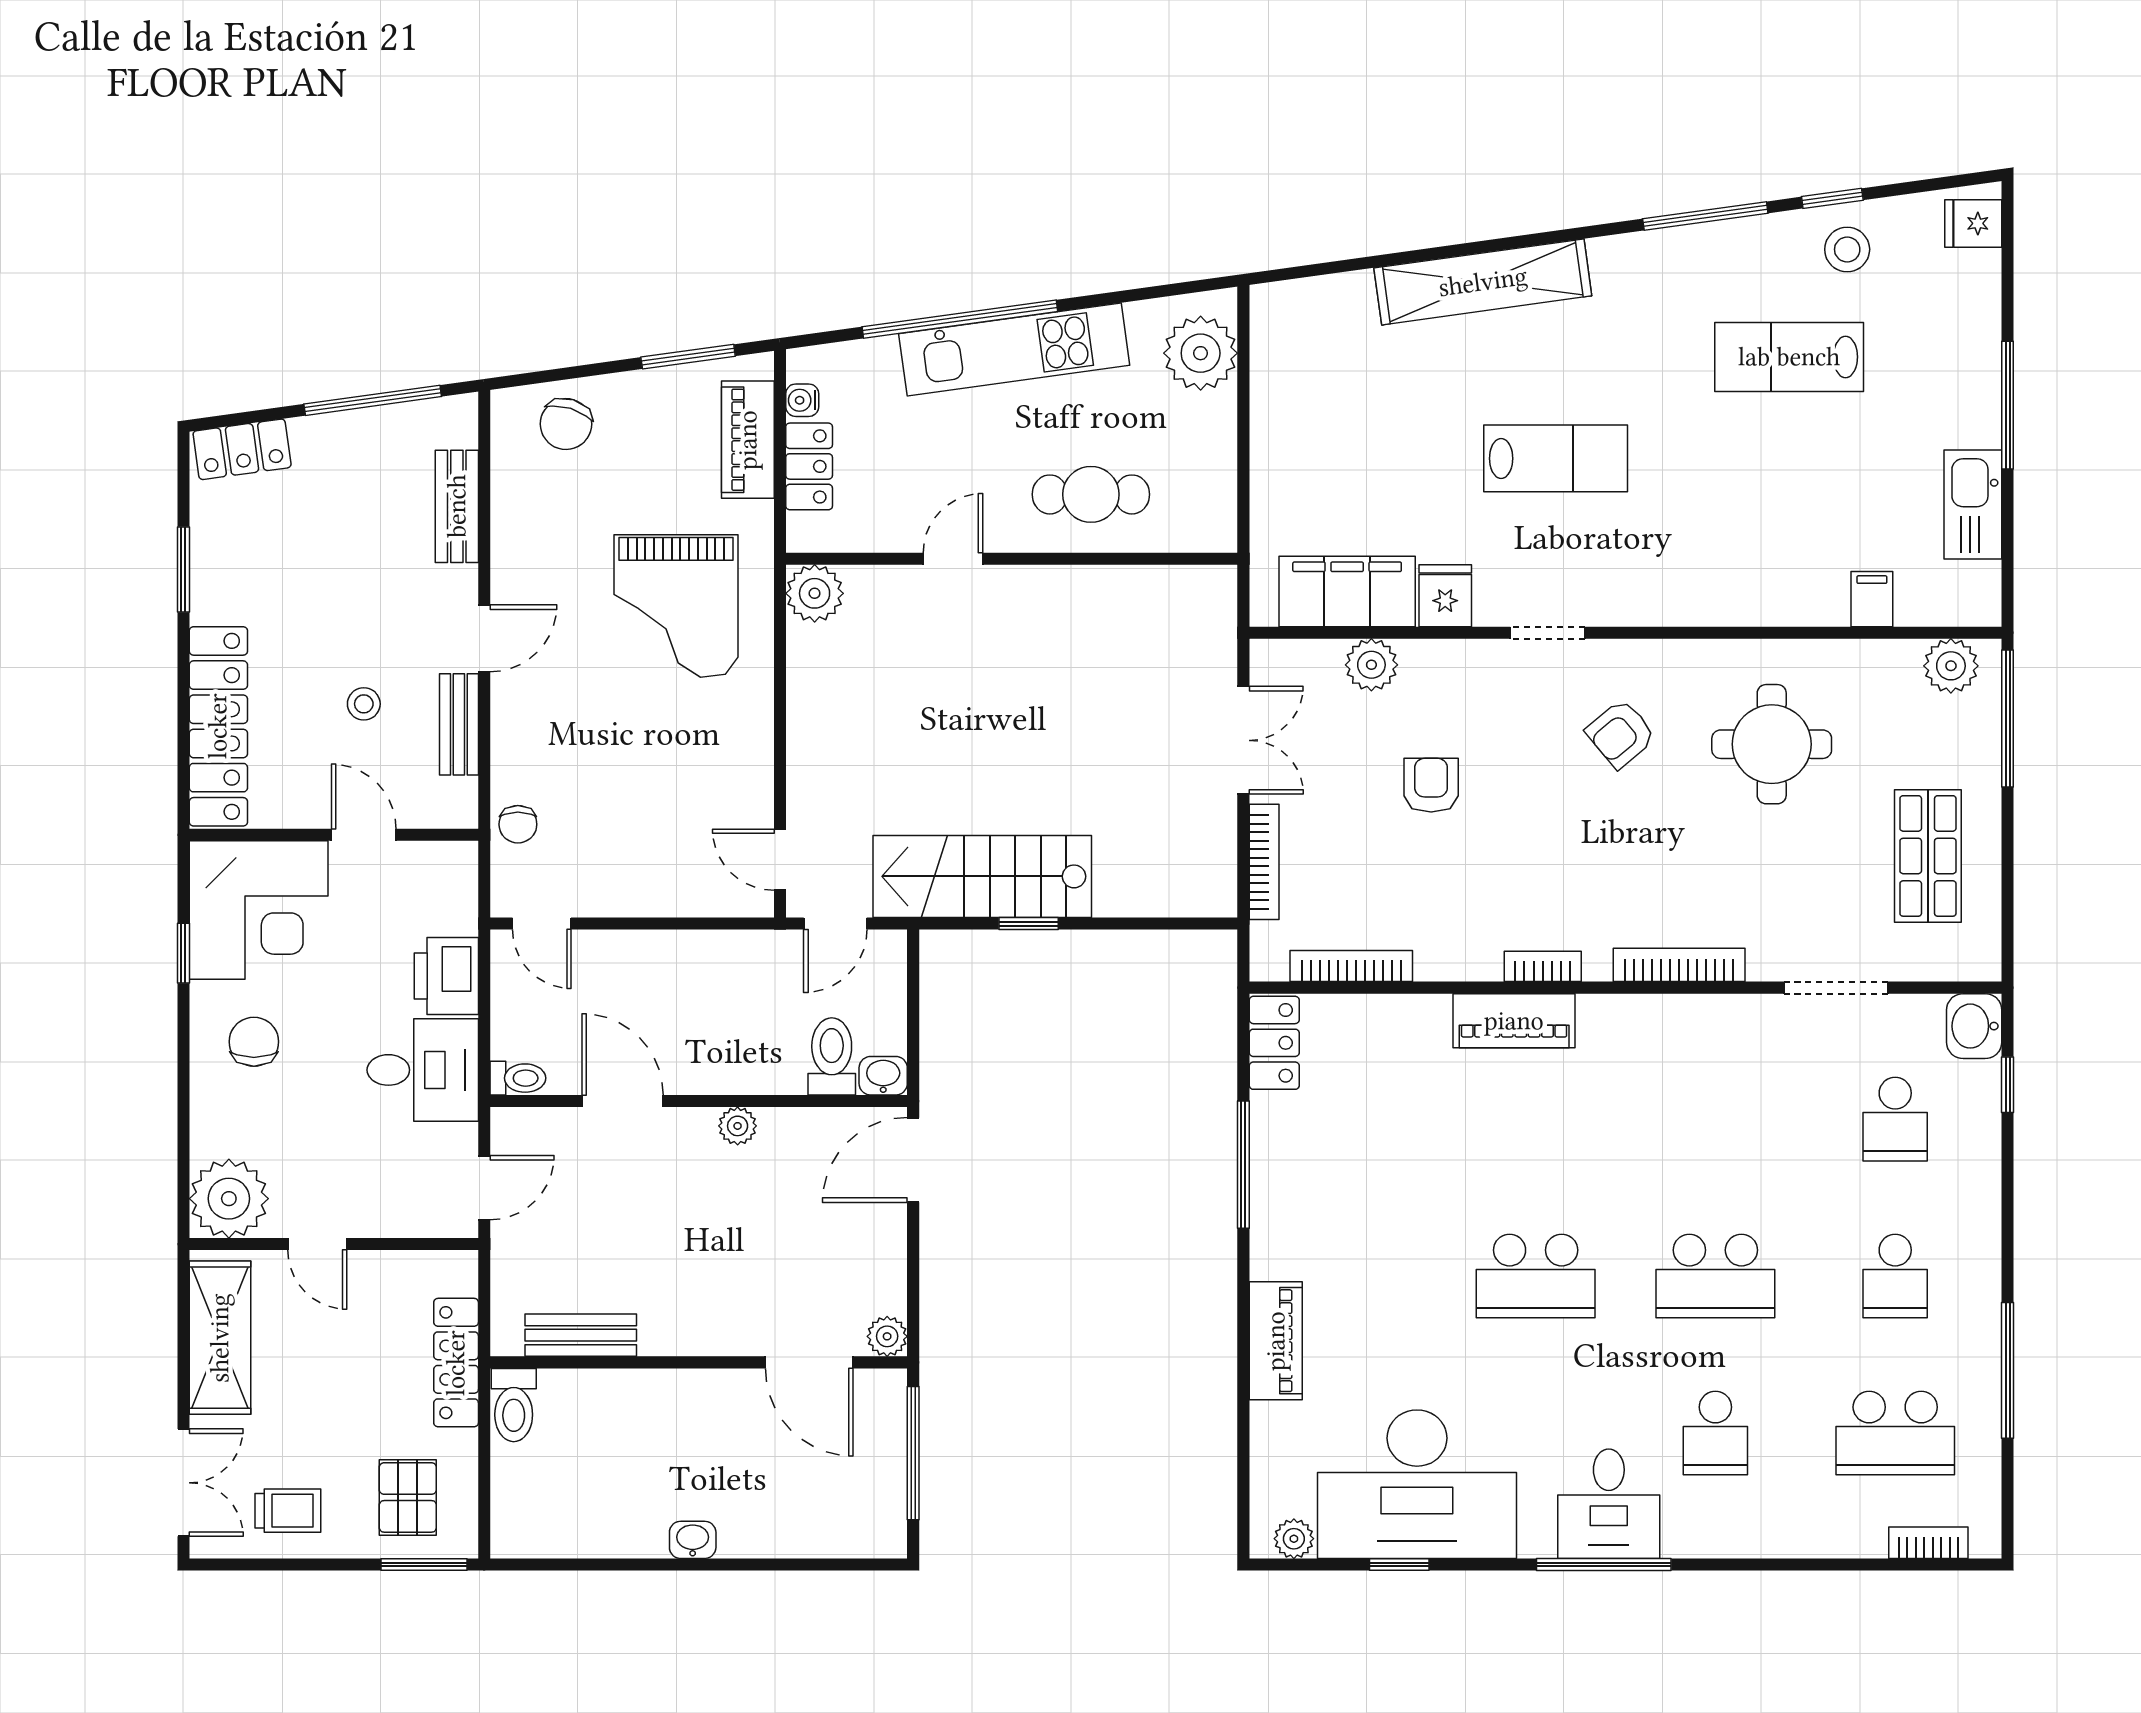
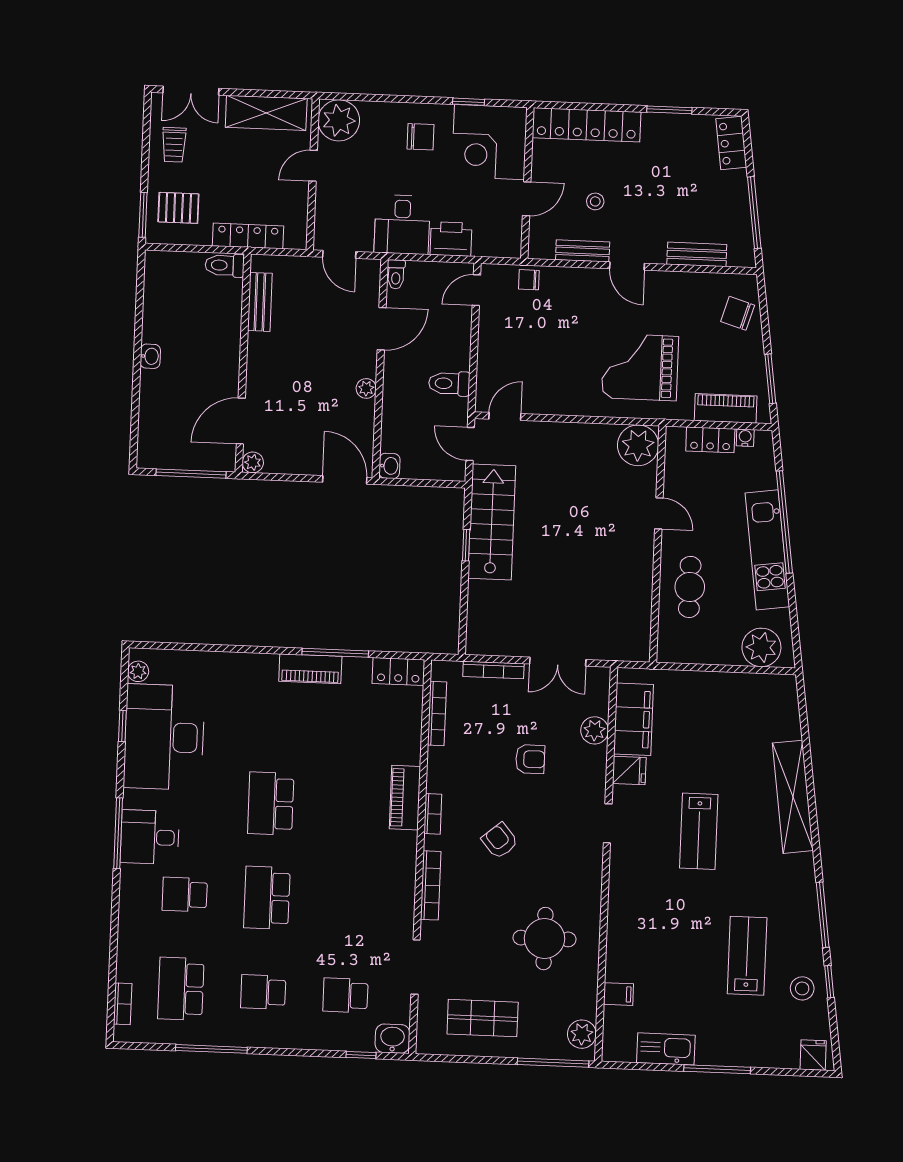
plant: (815, 593) -> (638, 445), width x1.36, depth x1.36
armchair: (1621, 734) -> (500, 841), moved
toilet: (832, 1056) -> (449, 383), moved, turned 180
piano: (1276, 1341) -> (310, 669), moved

